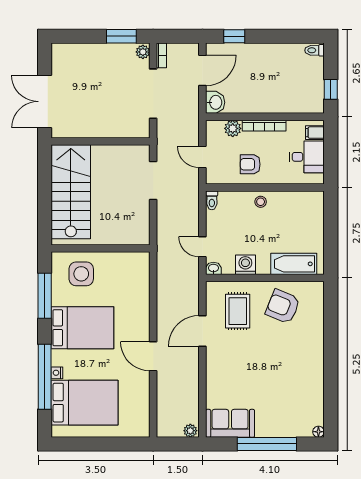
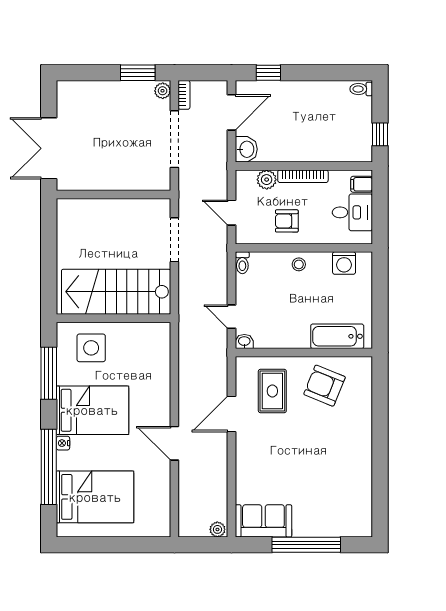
stairs: (71, 192) -> (116, 292), moved, turned -90
washing machine: (245, 265) -> (344, 263), moved, turned 180
nightstand: (57, 373) -> (63, 443), moved
floor lamp: (318, 432) -> (366, 531), removed

